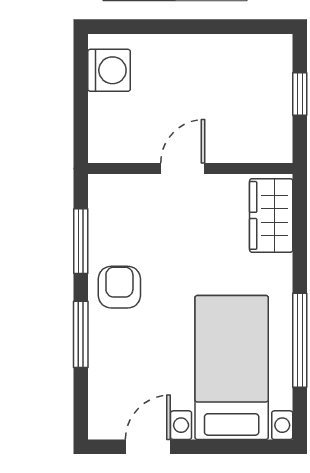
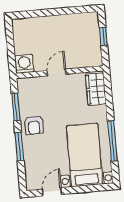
washing machine: (109, 70) -> (24, 64), moved, turned -90
armchair: (119, 287) -> (34, 125), turned 180

